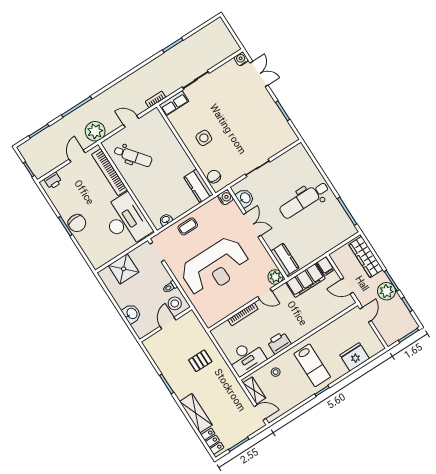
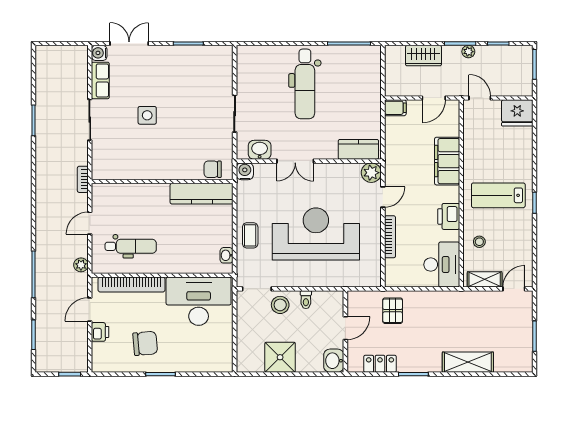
row of seats: (174, 103) -> (100, 80), moved
plant: (95, 131) -> (81, 265), width x0.53, depth x0.53
side table: (204, 138) -> (147, 115), moved
door: (77, 156) -> (90, 309), hinge flipped
dental chair: (133, 156) -> (131, 246), turned 38
printer: (53, 181) -> (100, 332), moved
kitchen counter: (198, 186) -> (202, 194), width x1.50
chair: (77, 223) -> (145, 343), moved
double door: (252, 225) -> (295, 161), swing flipped
wardrobe: (366, 257) -> (423, 56), width x0.67
reception desk: (215, 267) -> (316, 234), turned -90
shower: (124, 269) -> (280, 357), moved
filing cabinet: (305, 280) -> (447, 161), moved, turned 180
plant: (386, 291) -> (468, 52), width x0.53, depth x0.53
stool: (175, 303) -> (280, 305), moved
washbasin: (132, 314) -> (334, 361), moved, turned -90
door: (168, 323) -> (345, 328), swing flipped
fridge: (355, 357) -> (517, 113), moved, turned -90
pallet: (200, 361) -> (393, 311), moved
lab bench: (312, 365) -> (498, 195), turned 180
locker: (212, 441) -> (380, 364), moved

